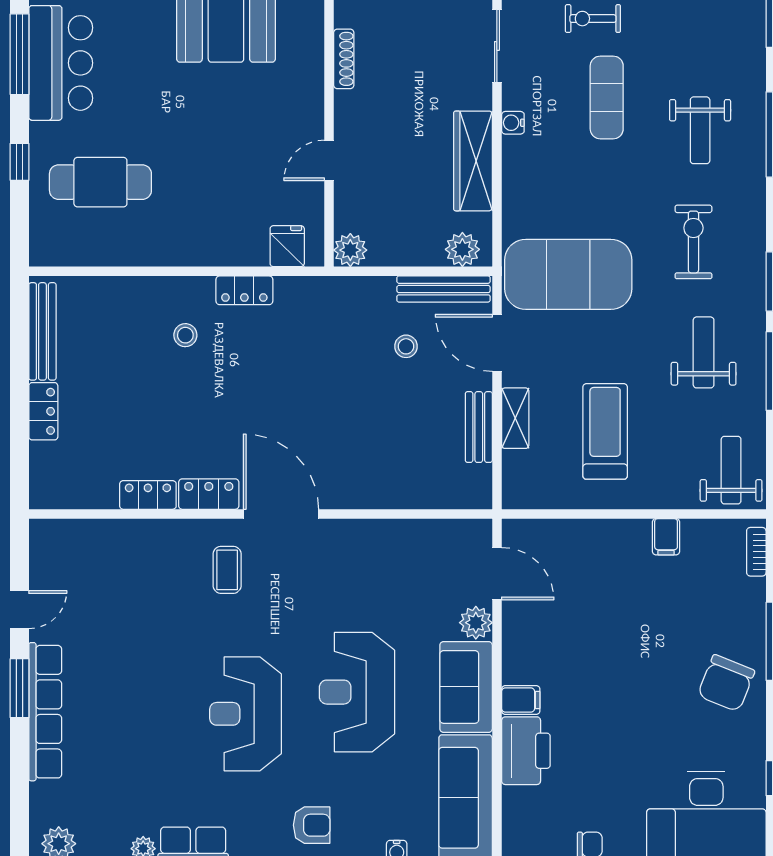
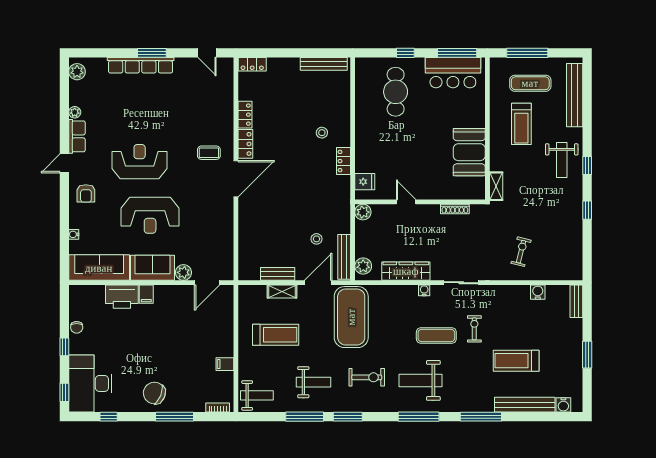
weight bench: (700, 130) -> (421, 380), width x1.36, depth x1.33
locker: (43, 411) -> (252, 64), moved
door: (19, 610) -> (207, 53), moved
reception desk: (357, 692) -> (150, 215), turned 180

